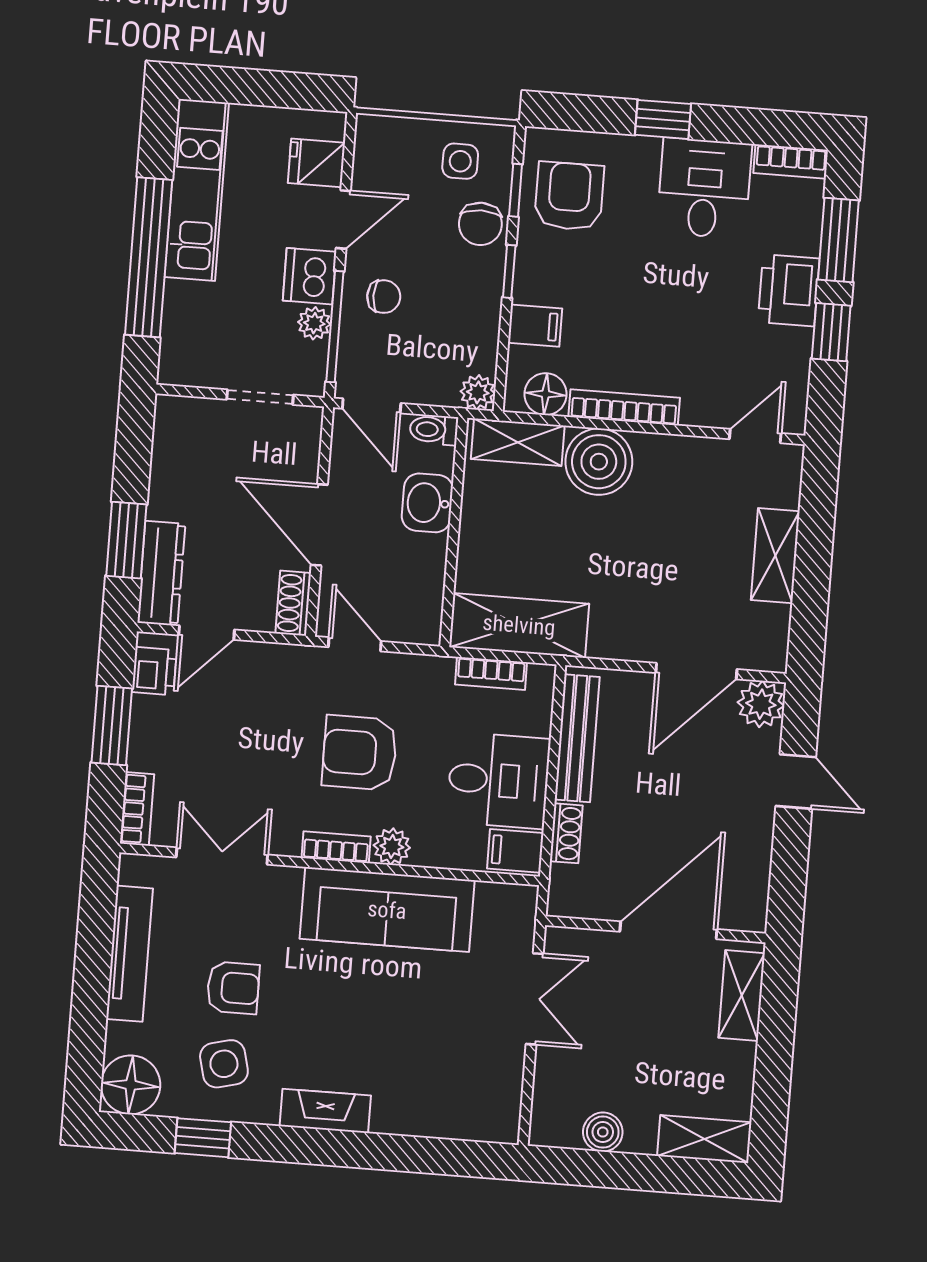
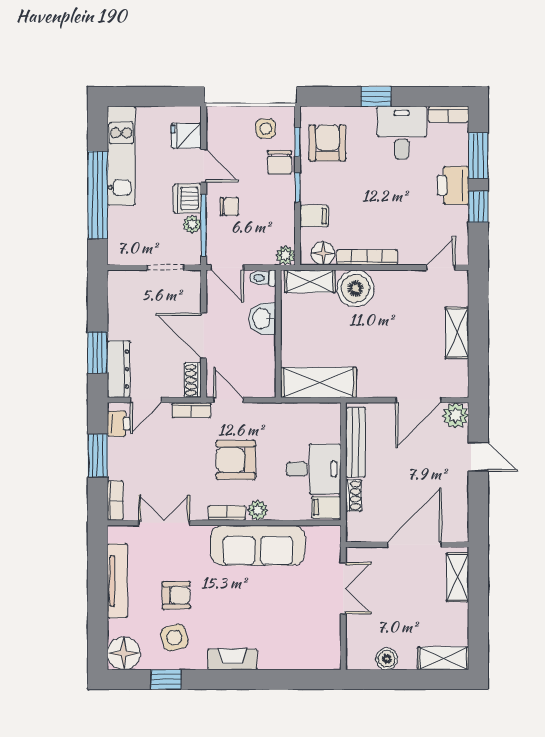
door: (343, 220) -> (204, 166), hinge flipped
bookcase: (491, 673) -> (191, 410), moved

